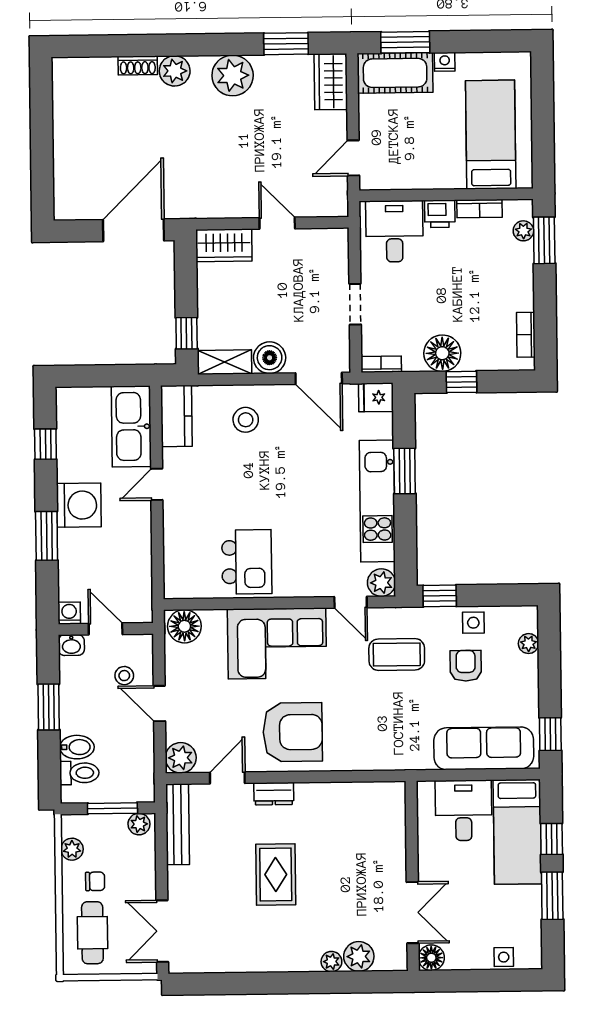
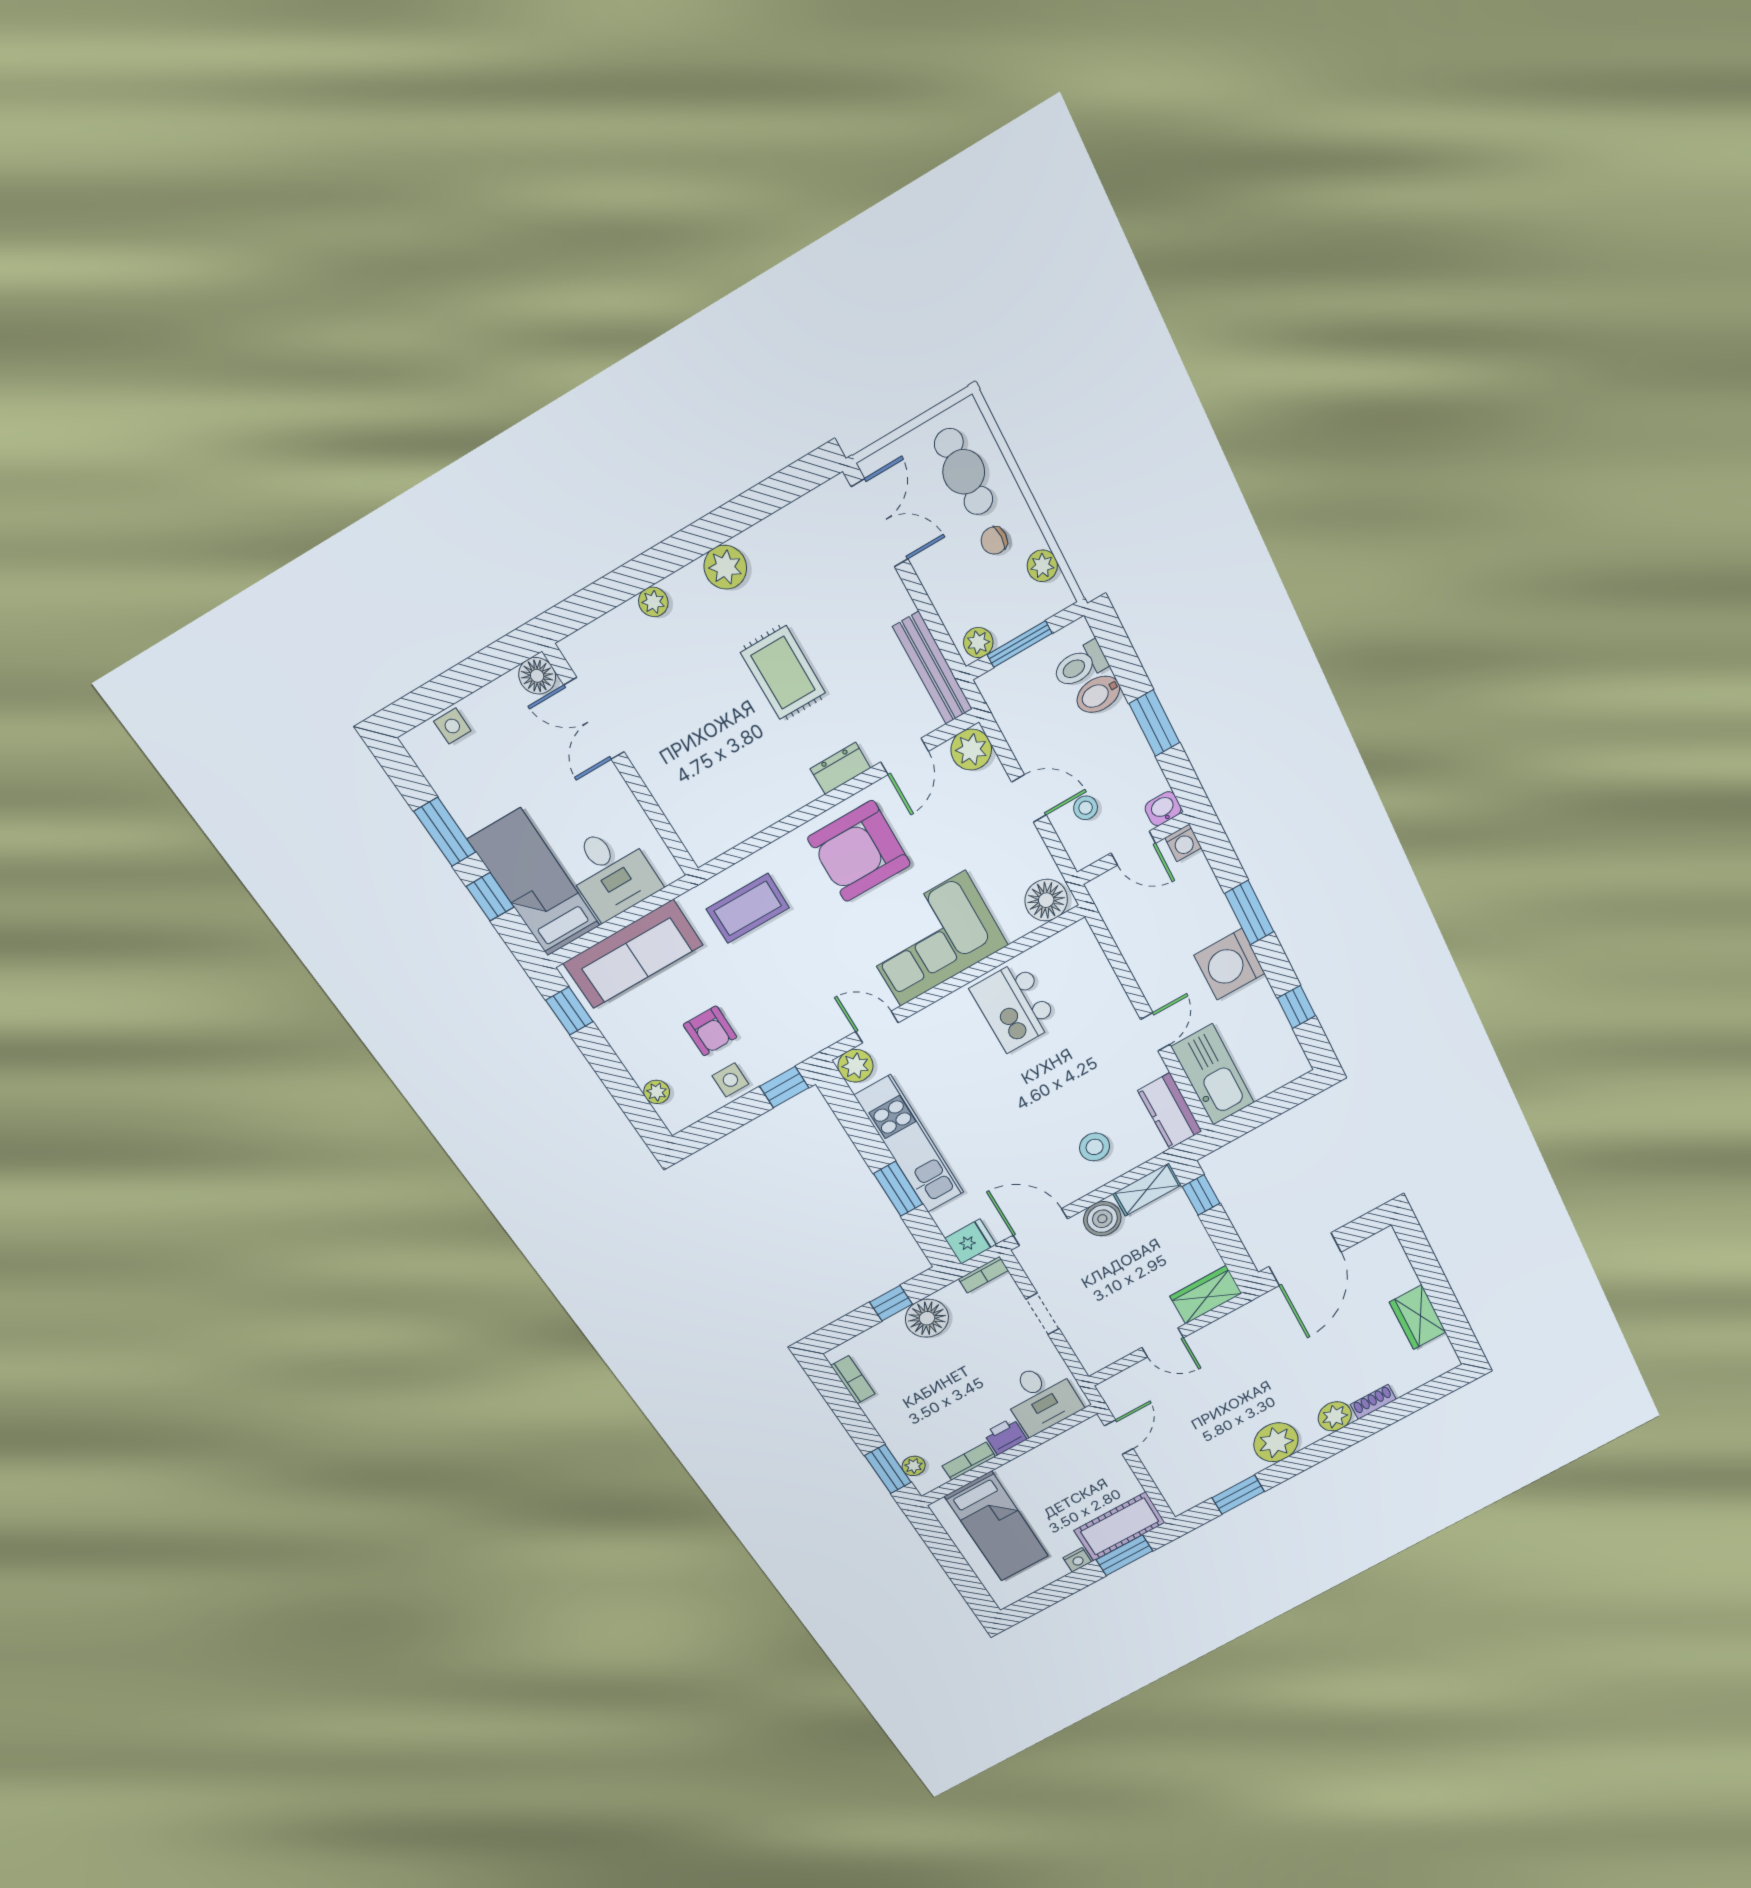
wardrobe: (331, 82) -> (1418, 1317), moved, turned 180
coffee table: (397, 654) -> (748, 908), moved
plant: (359, 956) -> (725, 567), moved

